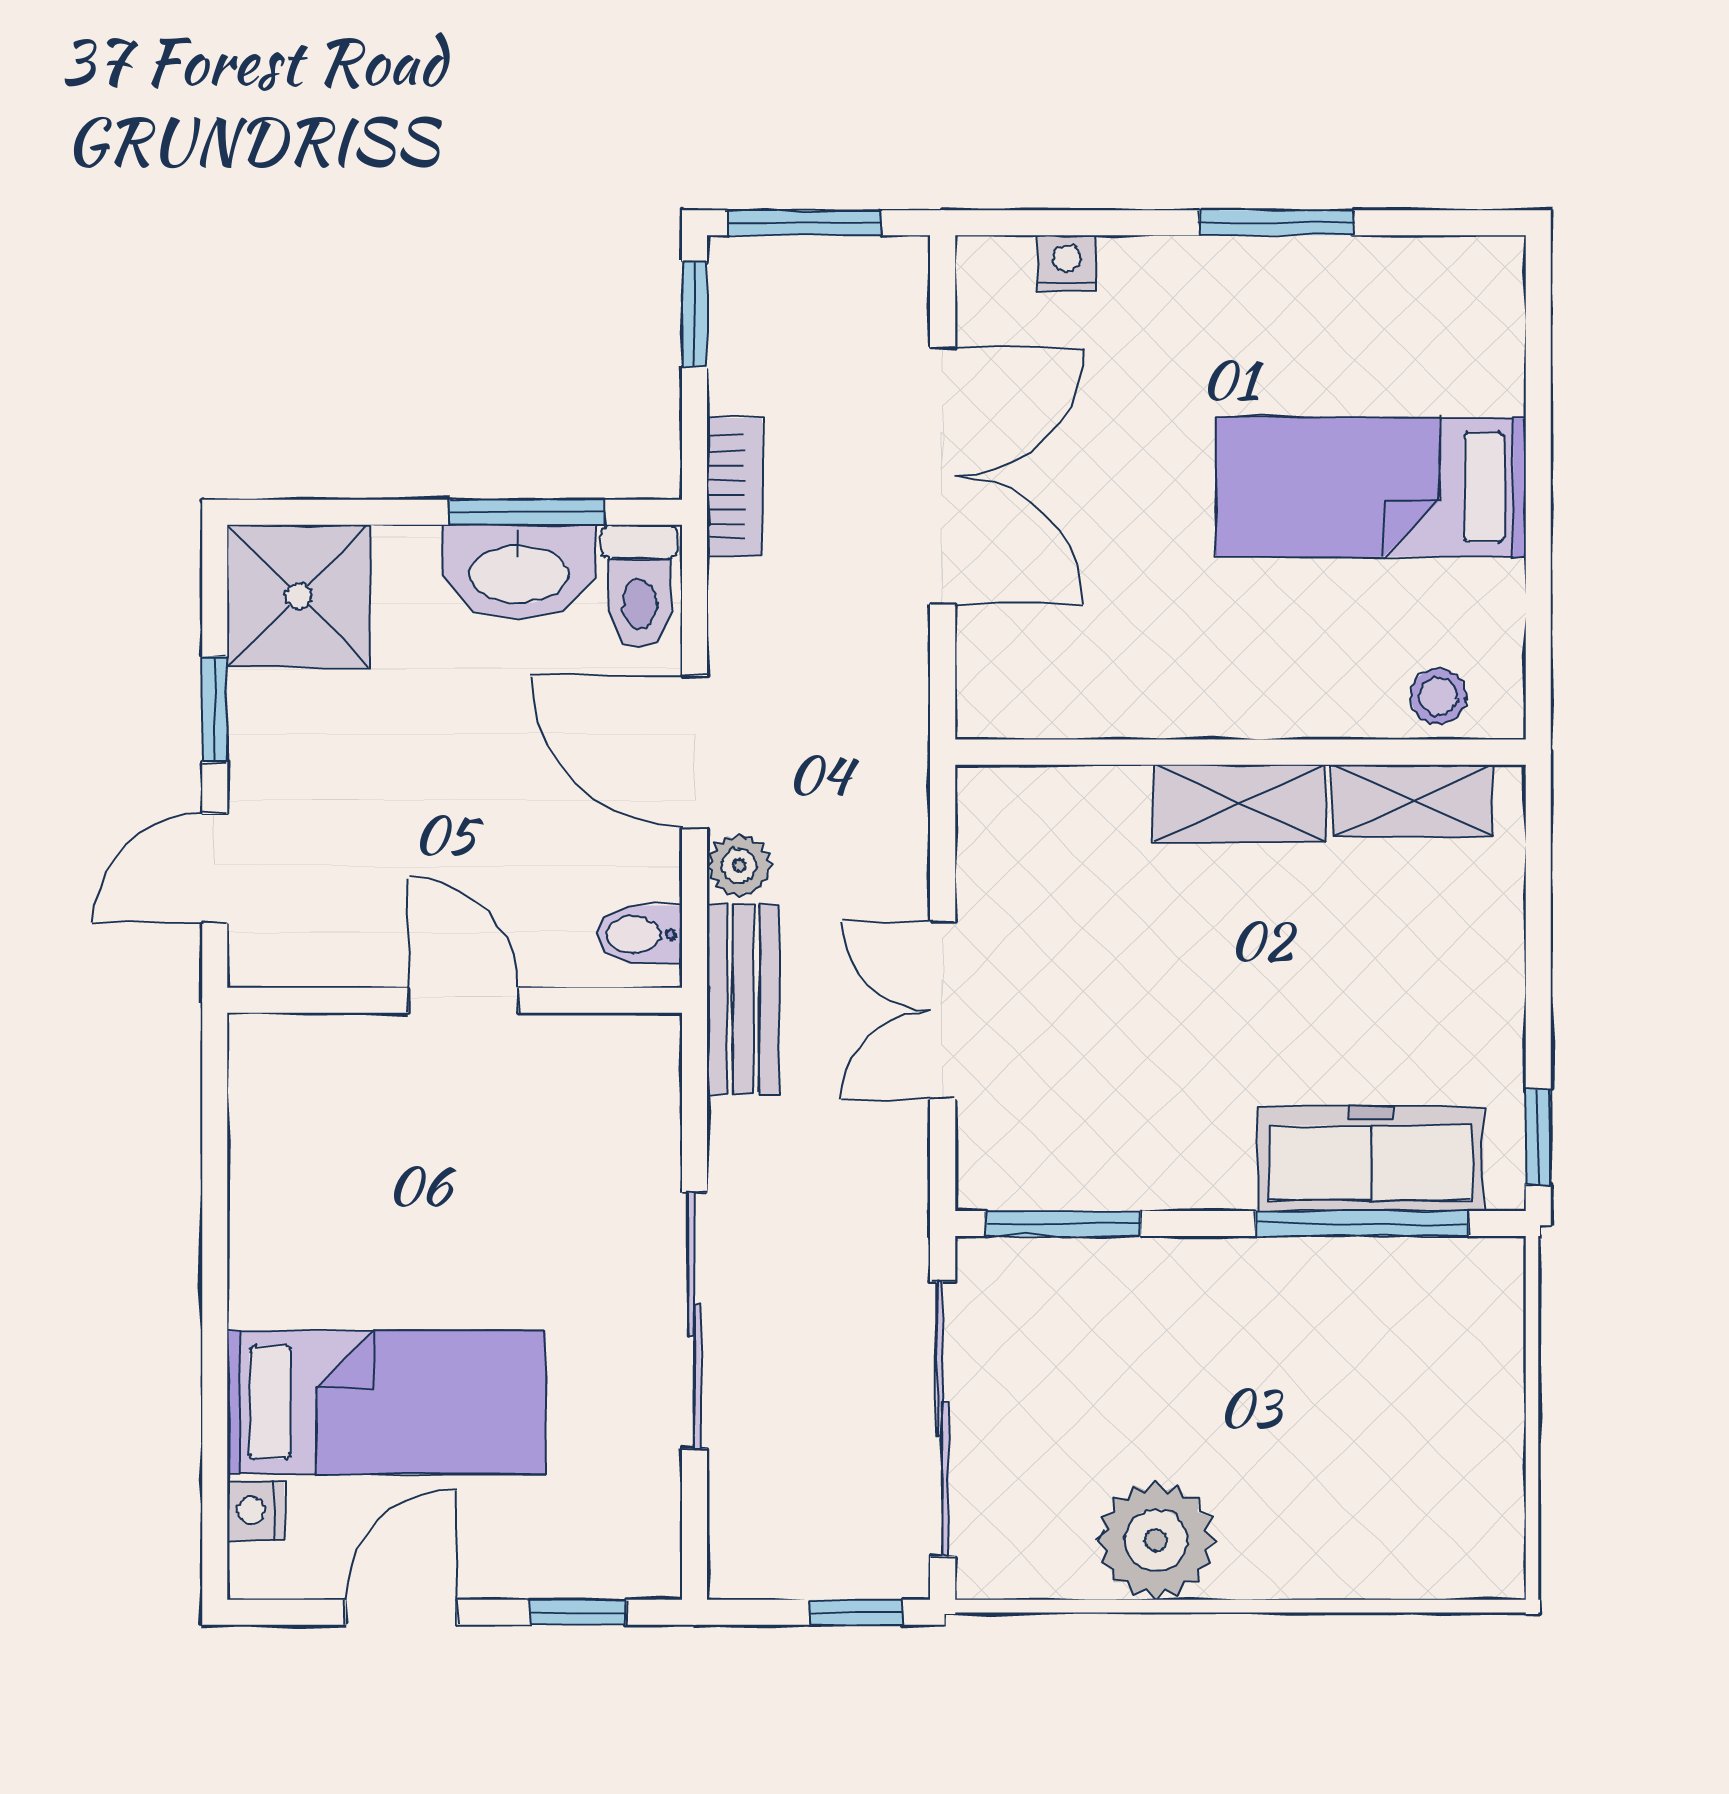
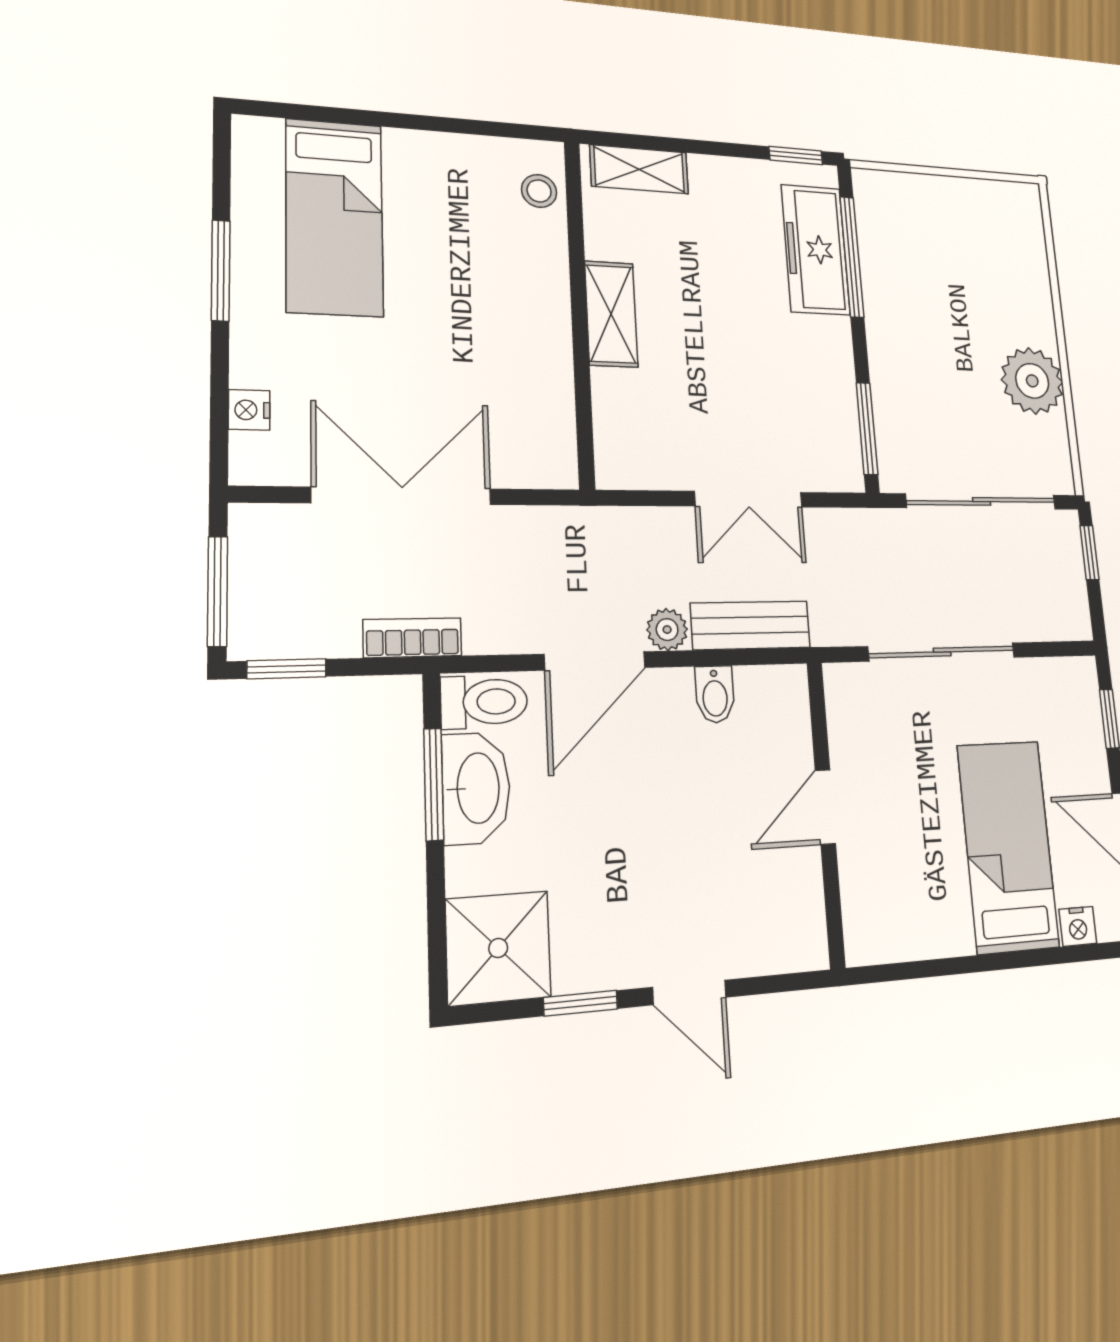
bed: (1371, 487) -> (334, 217), moved
shelving: (1413, 801) -> (639, 169), moved, turned 90
wall: (455, 1000) -> (826, 813), moved
door: (463, 1000) -> (825, 807), moved

